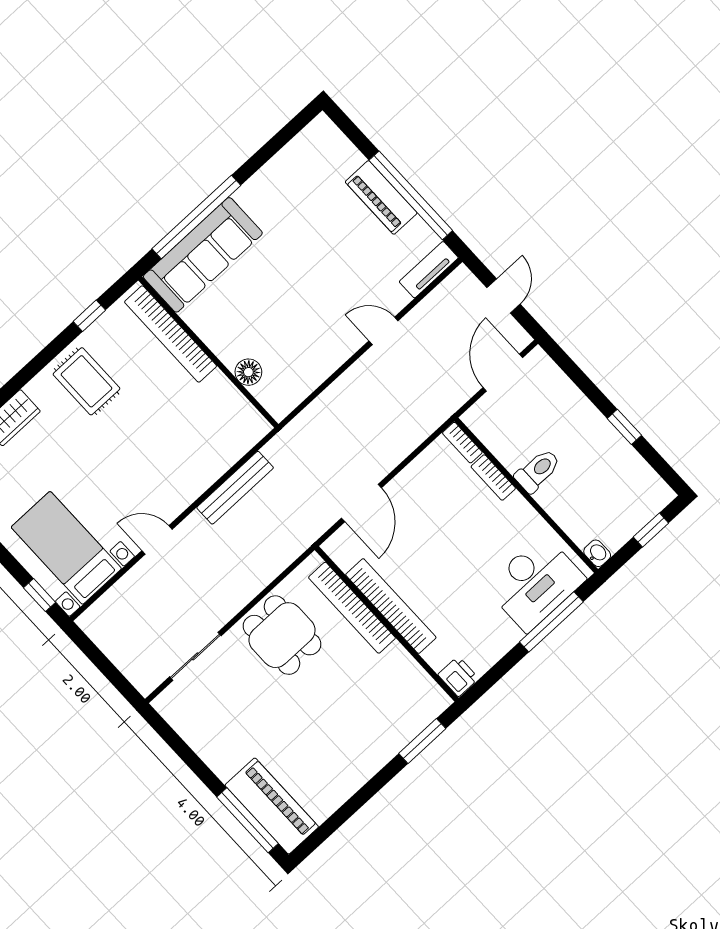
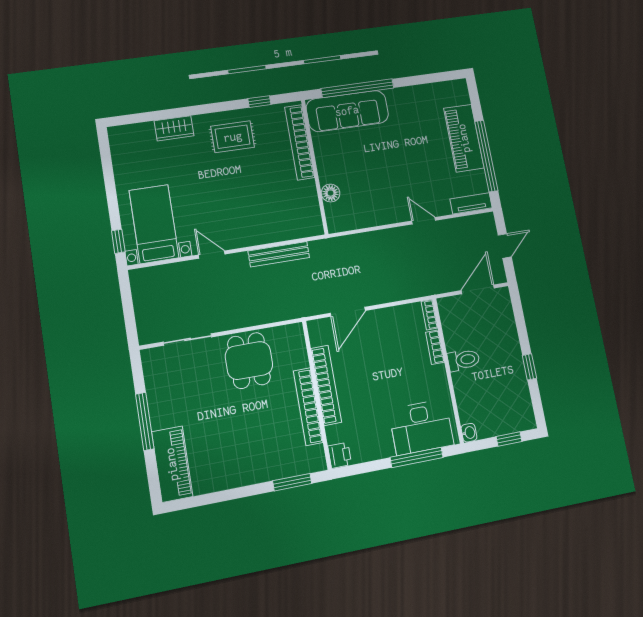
piano: (381, 197) -> (464, 138), width x1.37, depth x1.33
rug: (86, 381) -> (233, 137), turned 90
bookcase: (352, 608) -> (308, 407), moved
window: (247, 820) -> (145, 421), moved

